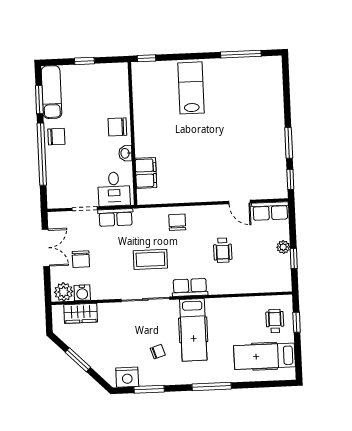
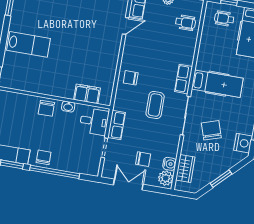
lab bench: (191, 88) -> (28, 44), turned 180
wheelchair: (223, 250) -> (185, 23), moved
chair: (158, 352) -> (211, 130), moved, width x1.87, depth x1.87

